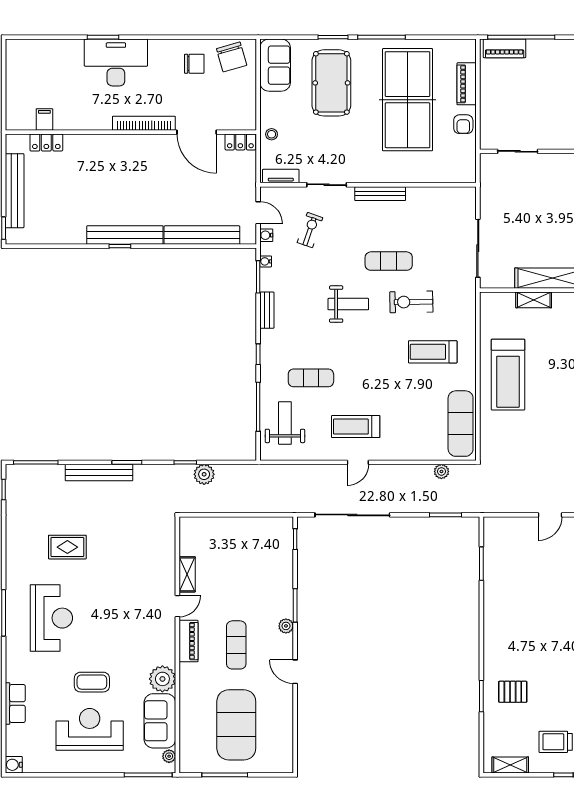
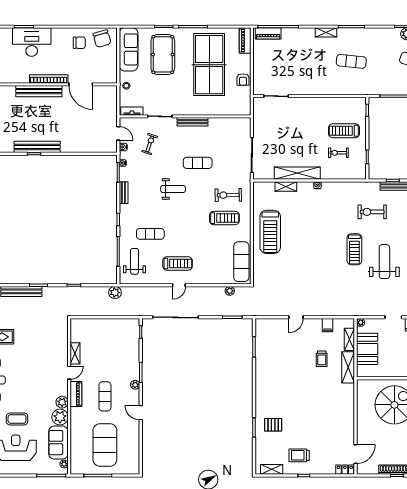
sofa: (275, 65) -> (129, 49), width x1.36
piano: (467, 84) -> (245, 41), moved
locker: (240, 142) -> (107, 90), removed
bench: (202, 235) -> (39, 91), moved
exercise bike: (411, 302) -> (228, 195), moved
treadmill: (433, 352) -> (224, 218), turned 180
treadmill: (356, 427) -> (178, 263), turned 180
plant: (204, 474) -> (115, 293), moved
plant: (166, 654) -> (62, 402), added

